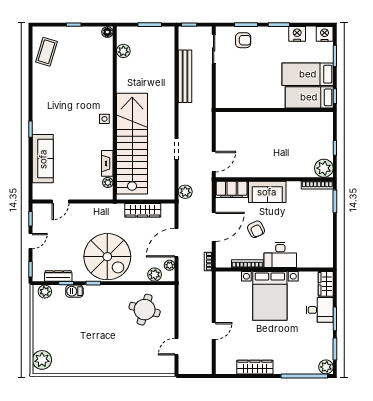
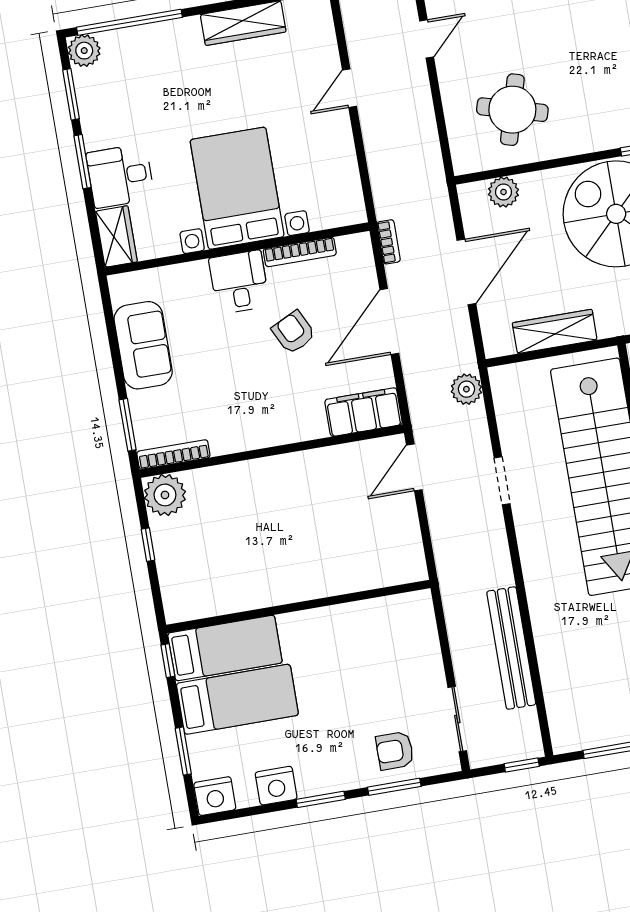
sofa: (267, 192) -> (143, 345), moved, turned 90
desk: (280, 255) -> (239, 282), width x0.73
plant: (170, 265) -> (473, 218), removed

